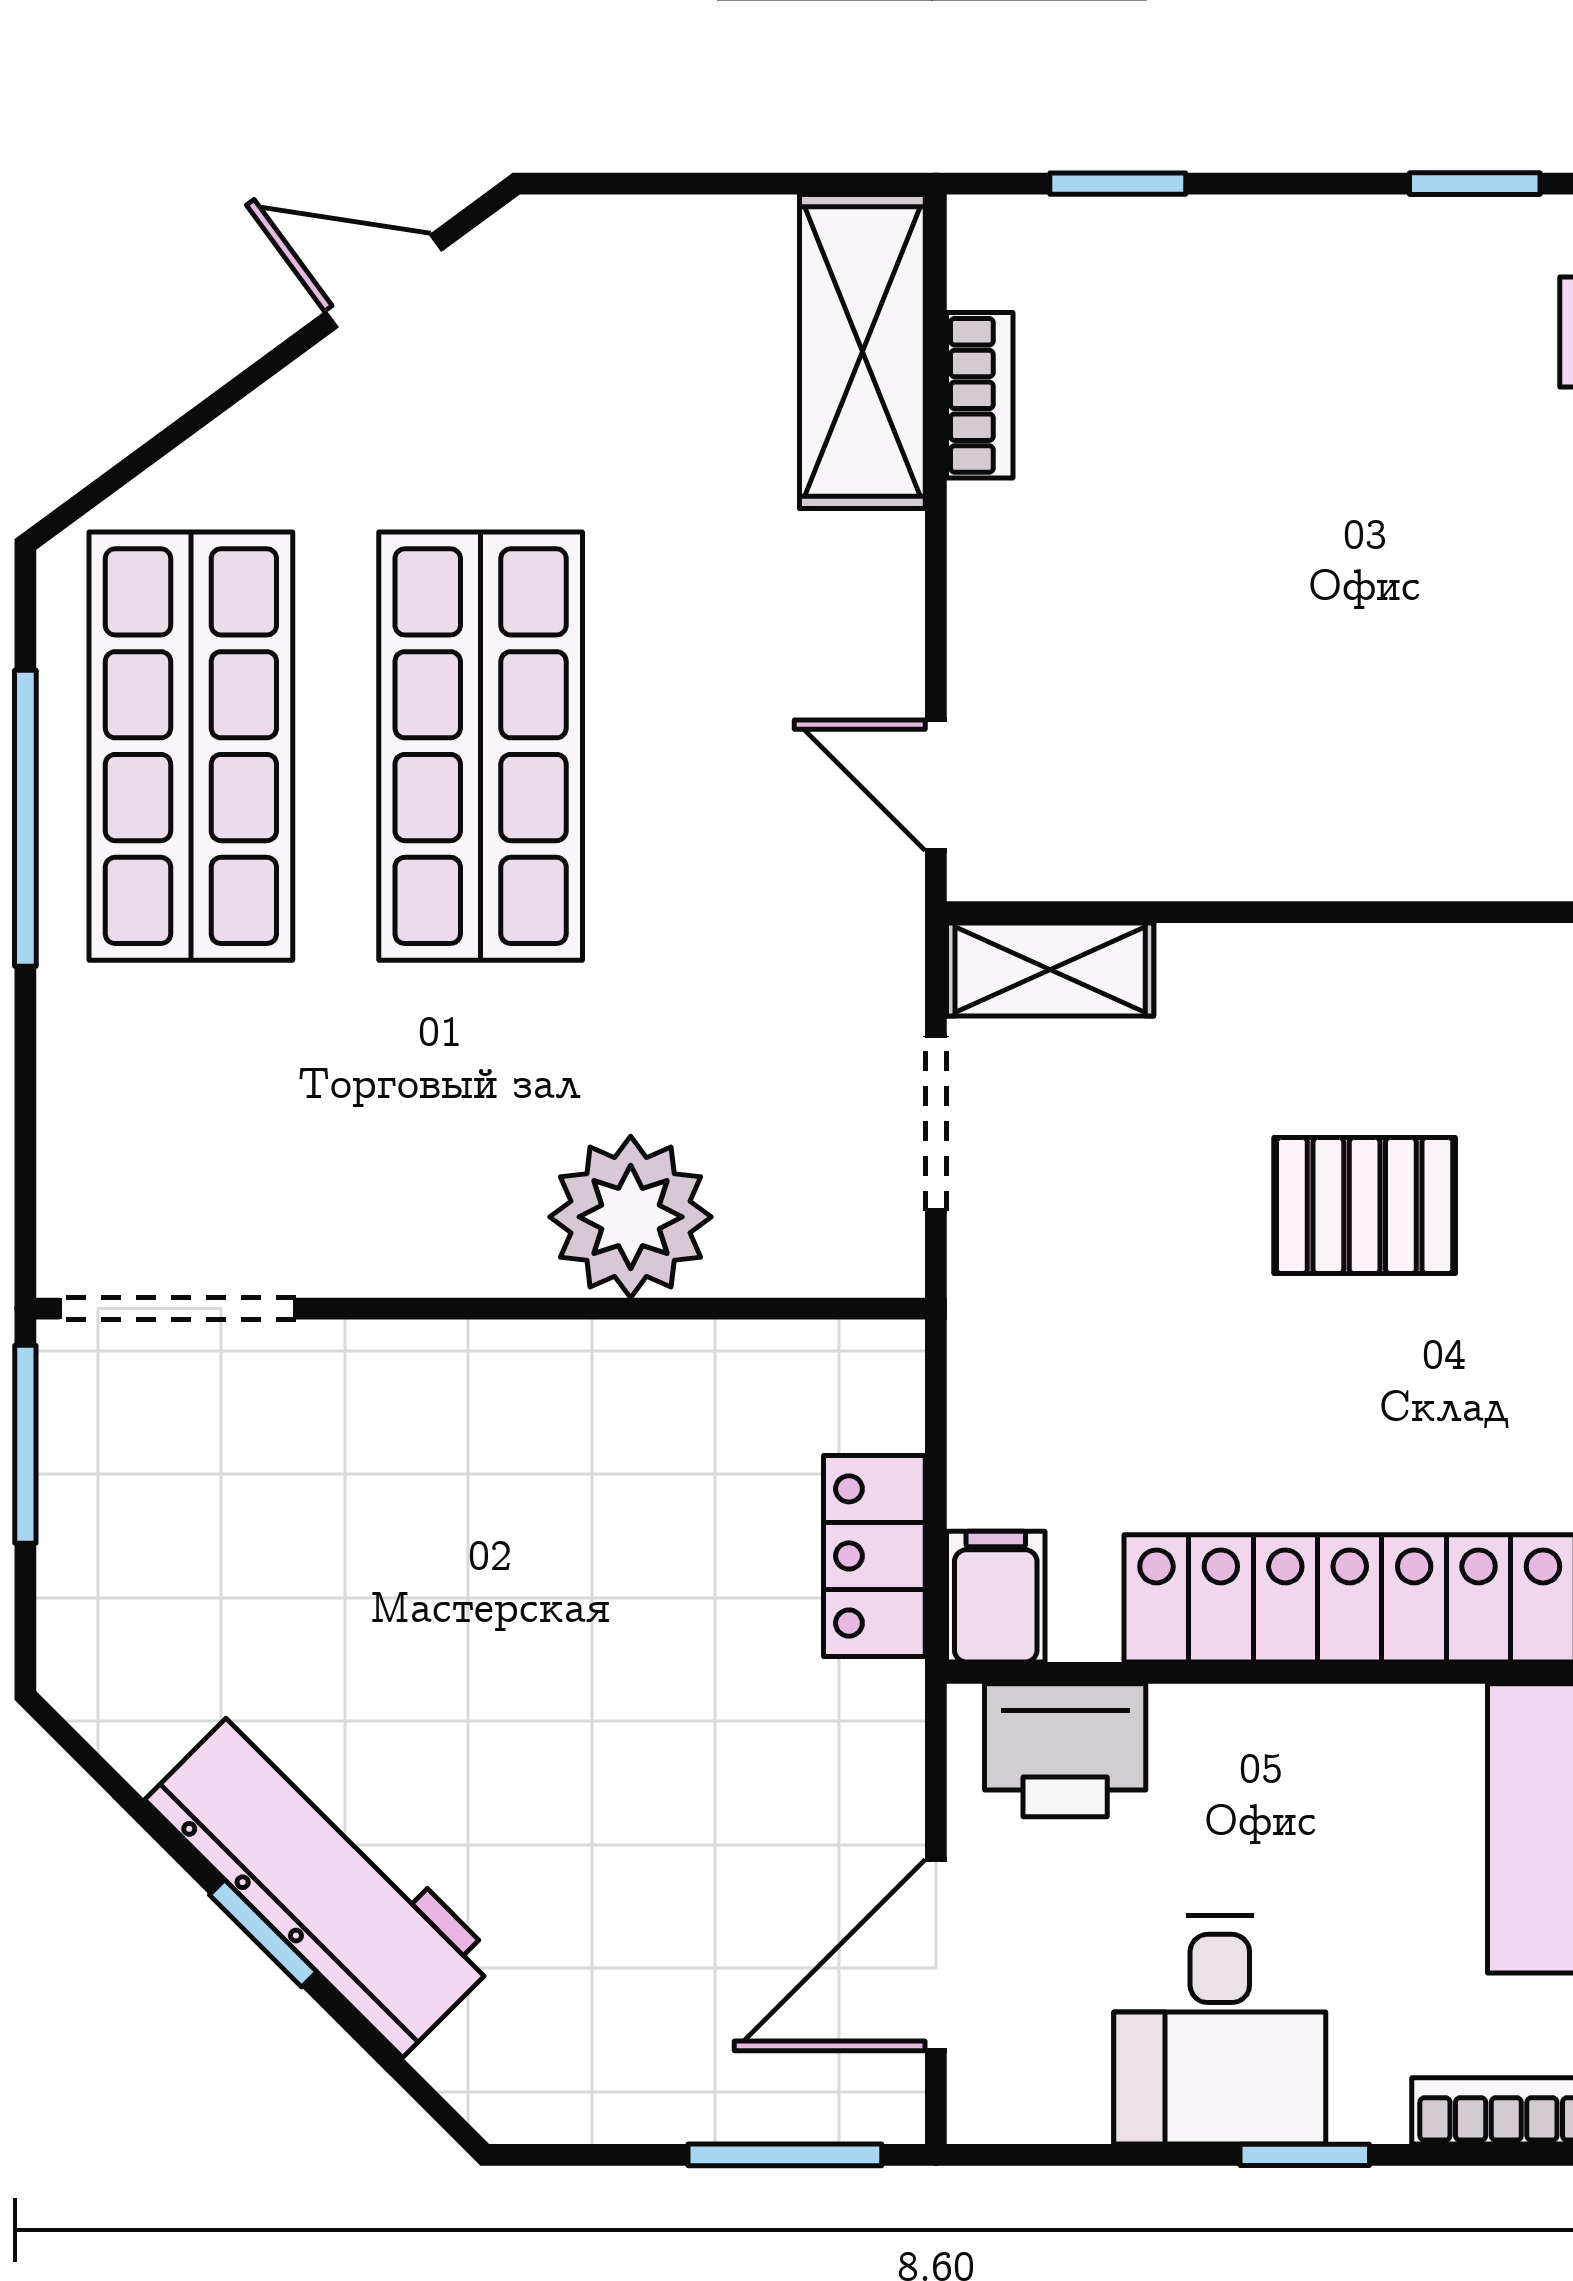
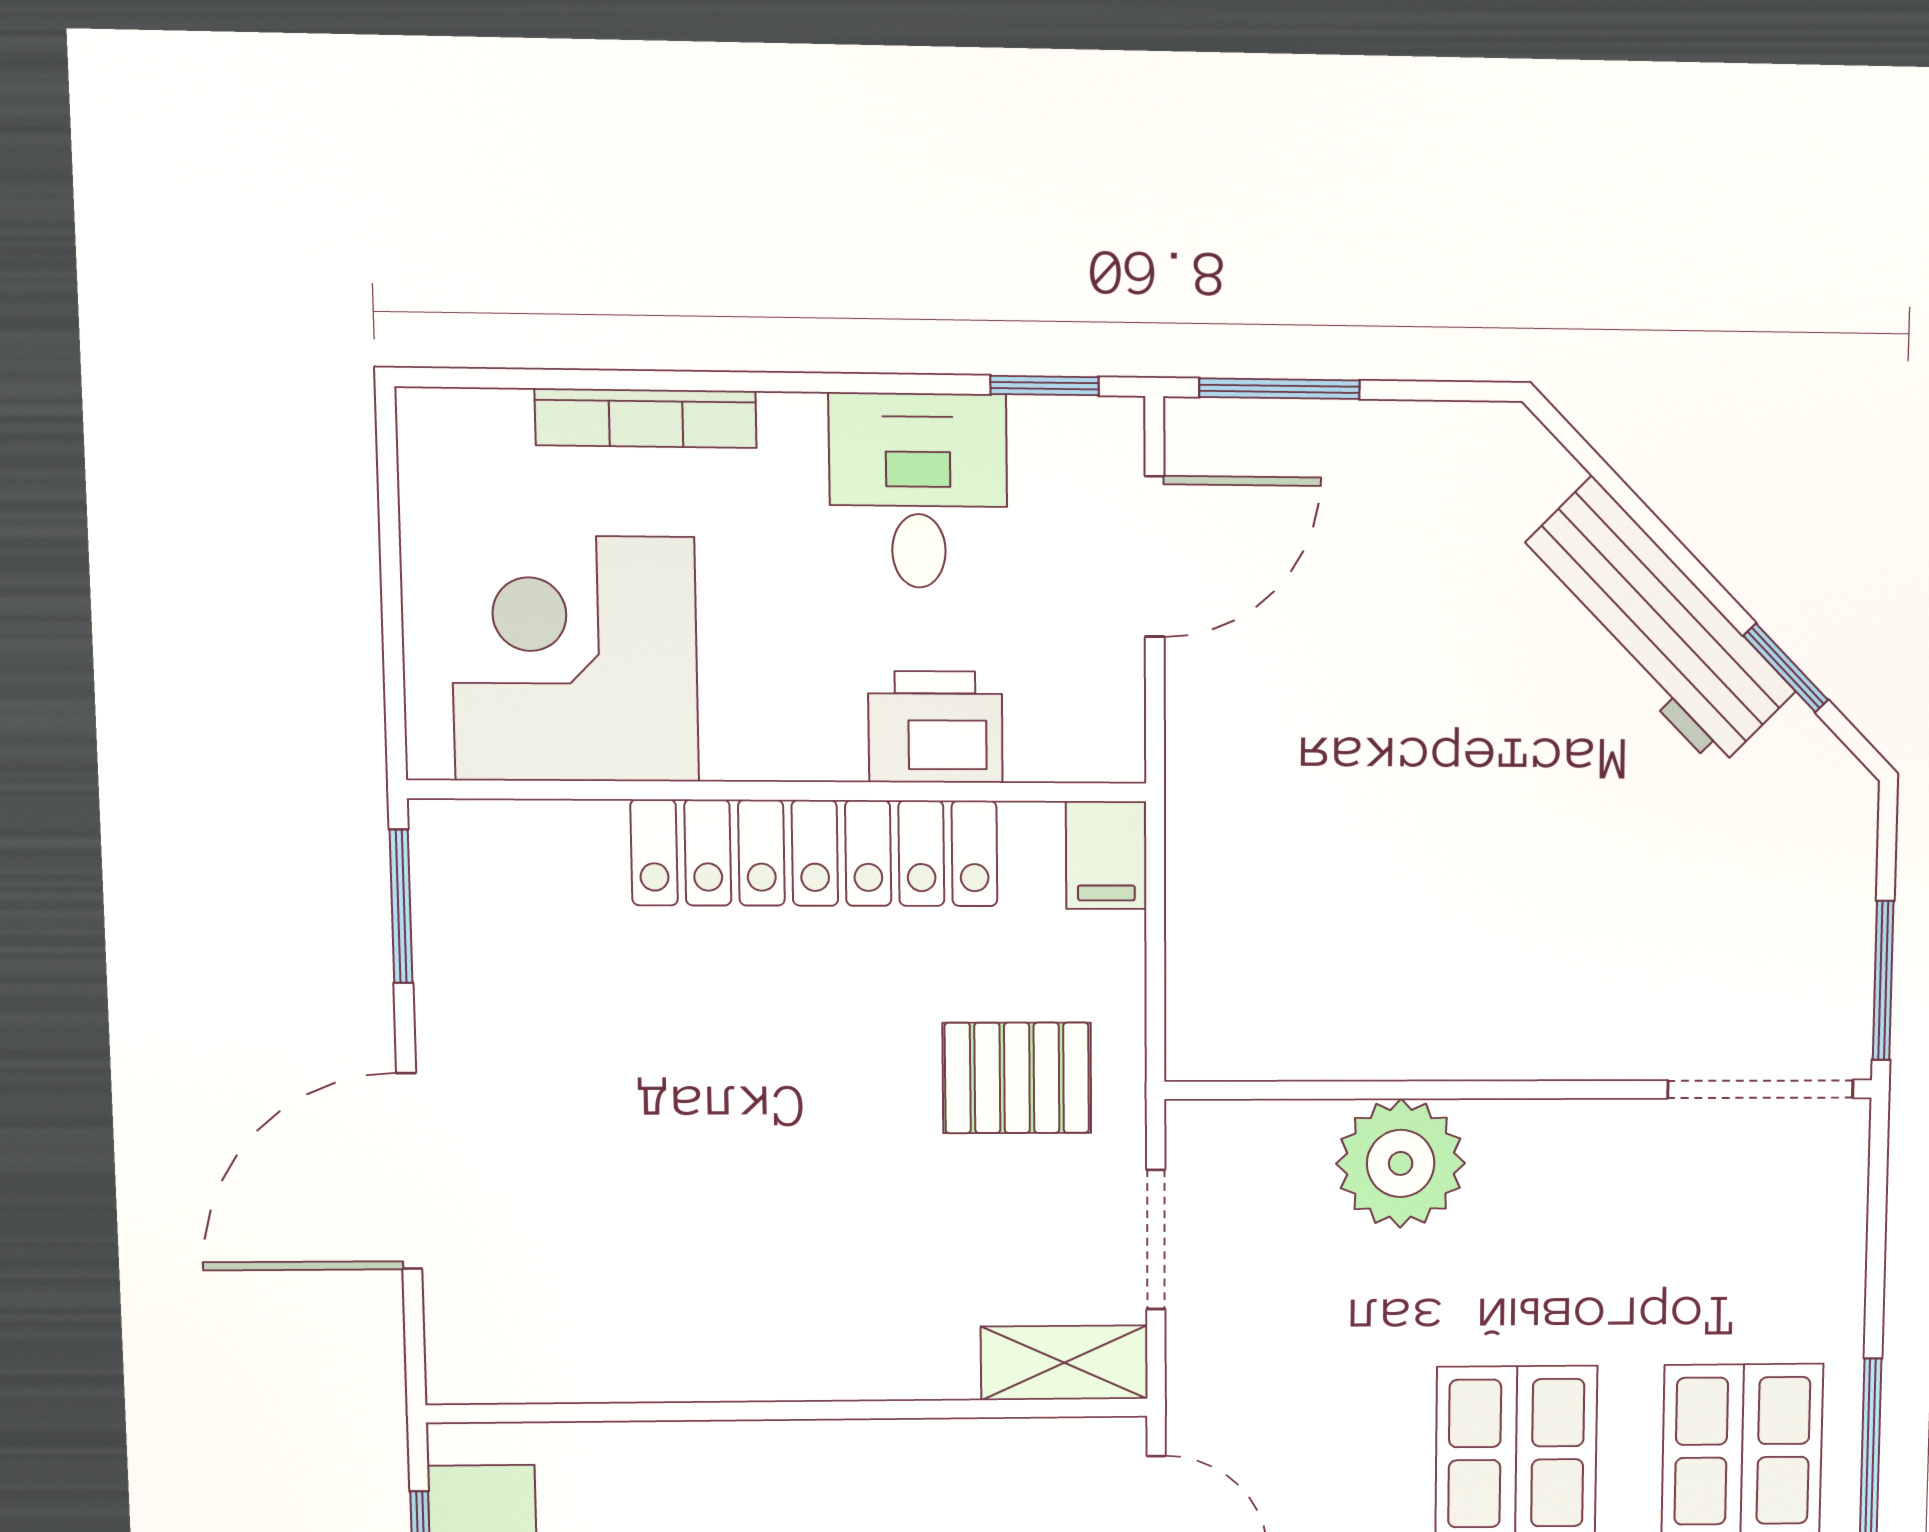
pallet: (1365, 1206) -> (1017, 1078), moved
locker: (874, 1556) -> (1205, 889), removed
printer: (1065, 1750) -> (935, 727), moved
window: (263, 1933) -> (1786, 668), moved
window: (1305, 2155) -> (1045, 386), moved

